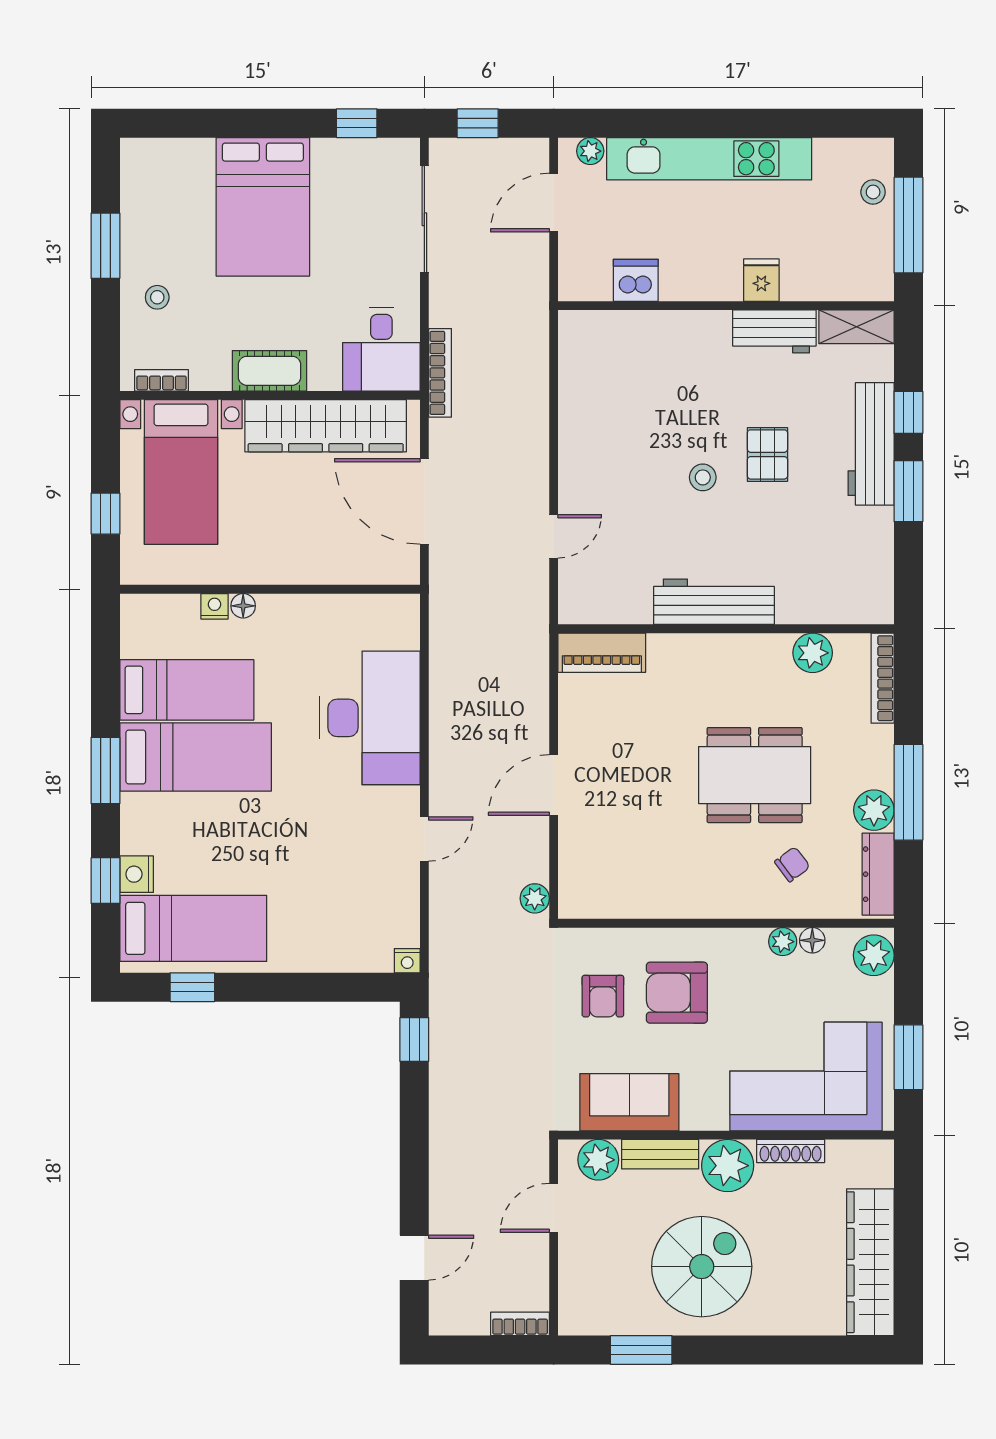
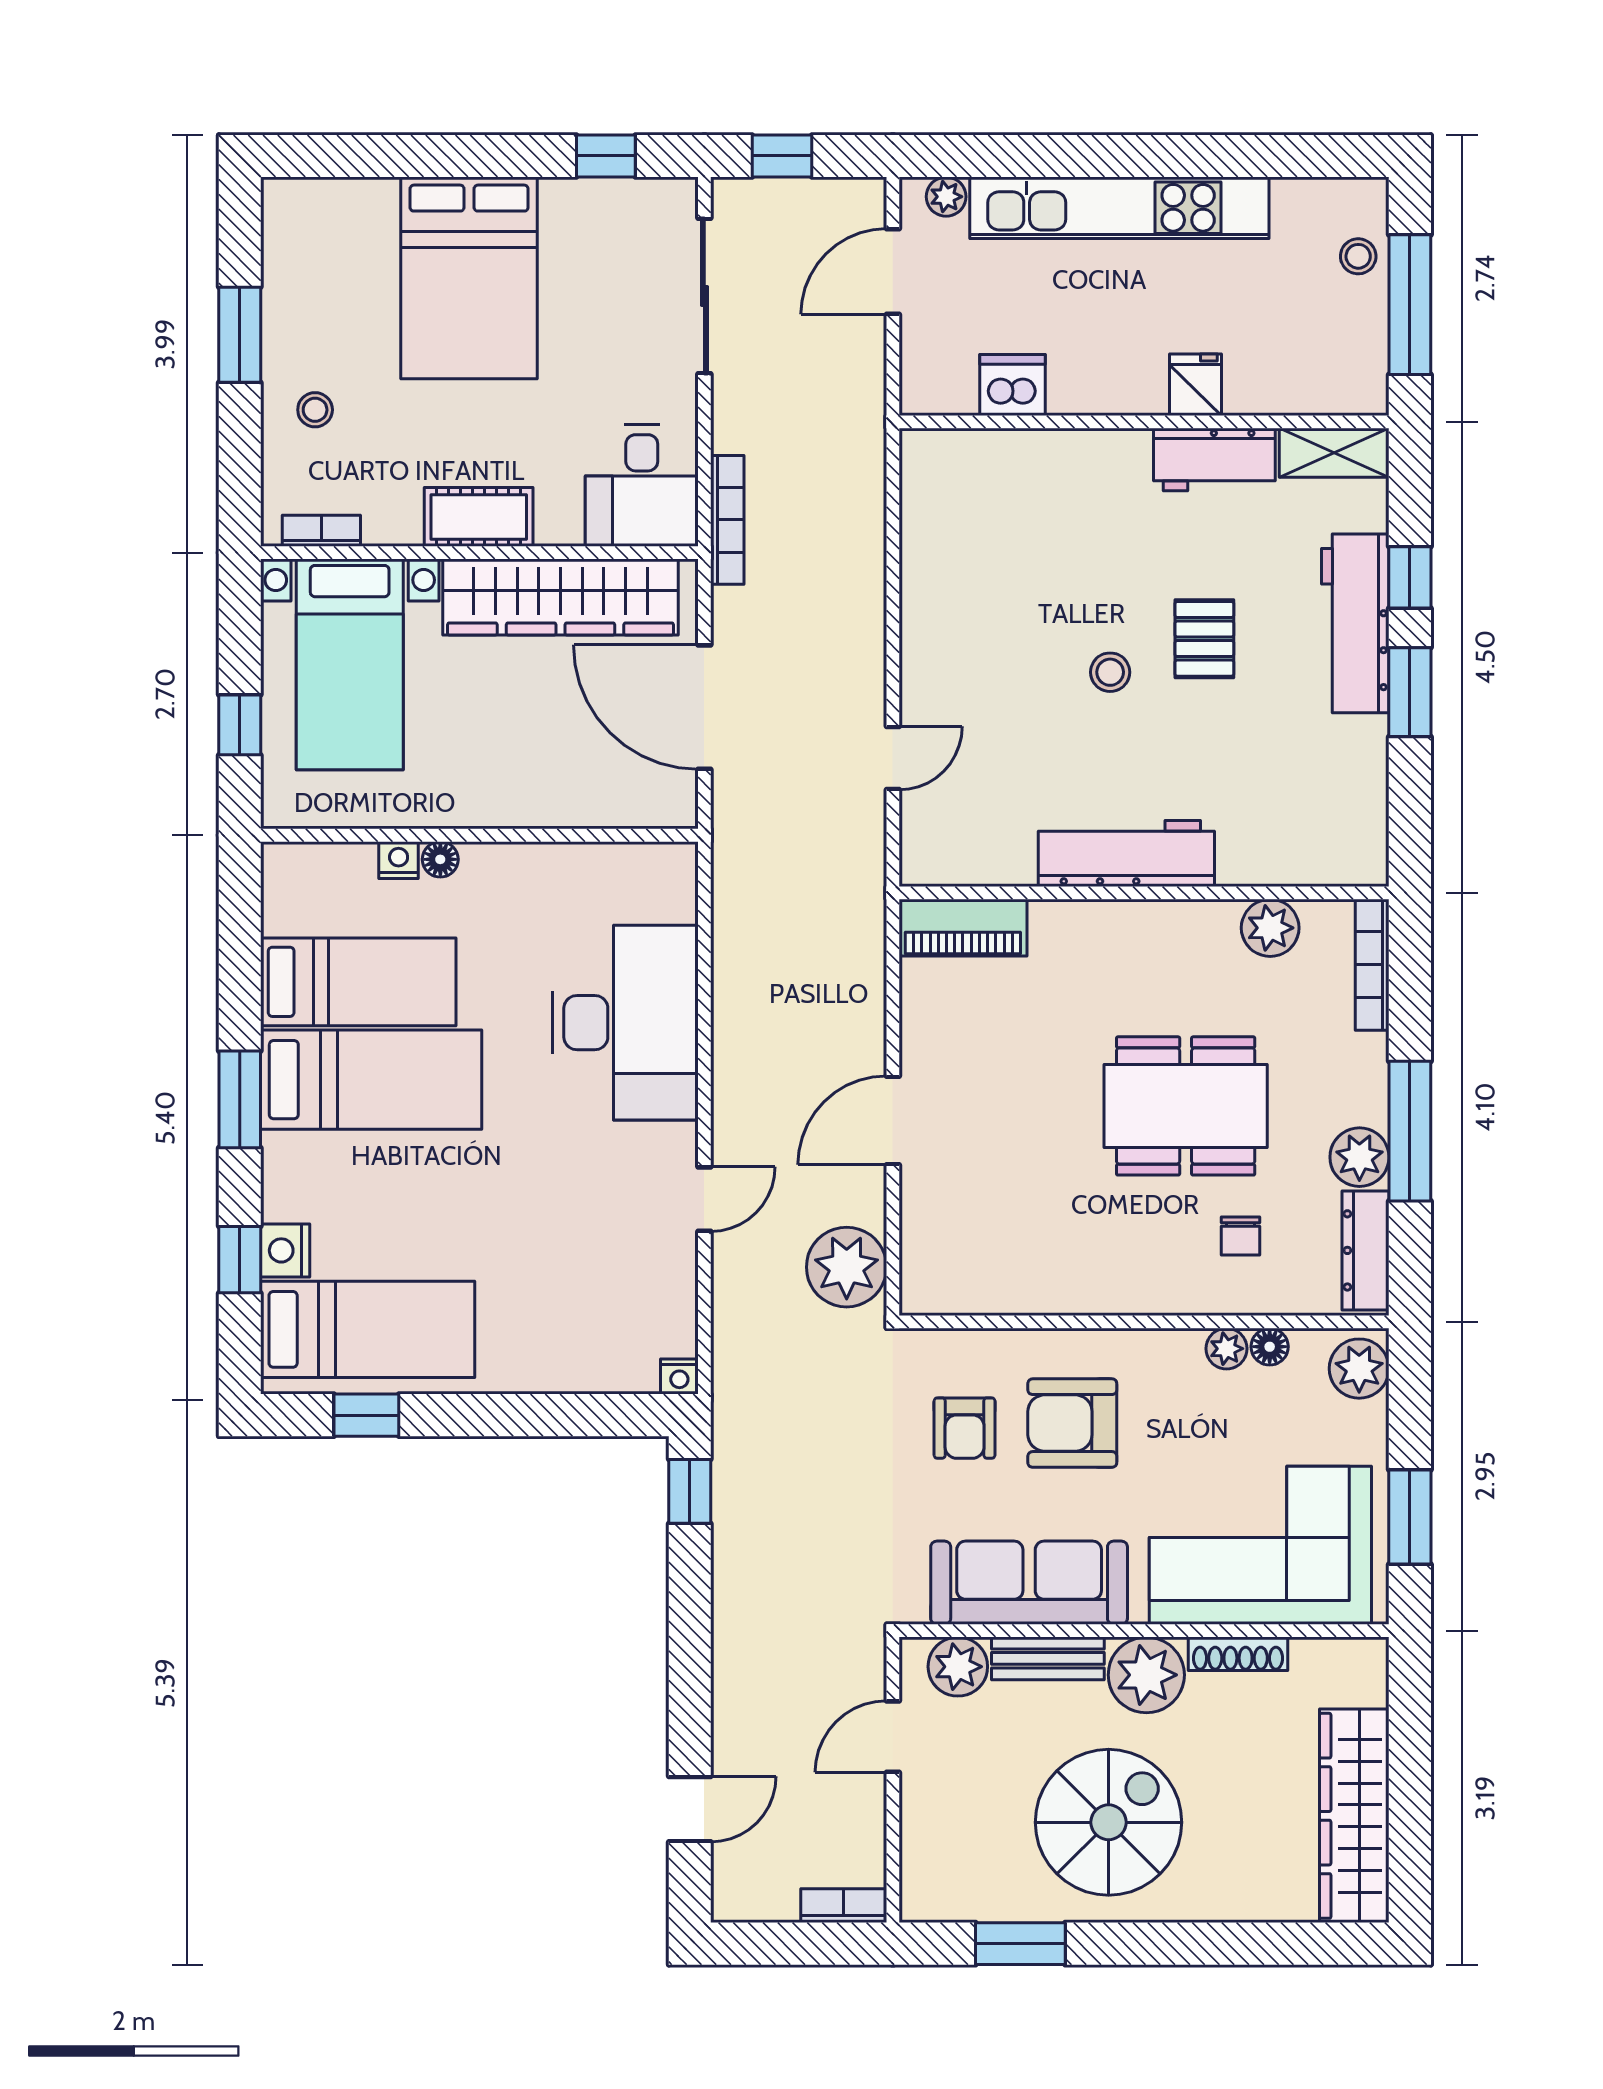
chair: (792, 864) -> (1240, 1236), turned 127
plant: (535, 898) -> (847, 1267), width x1.88, depth x1.88
sofa: (629, 1102) -> (1029, 1583), width x1.36

